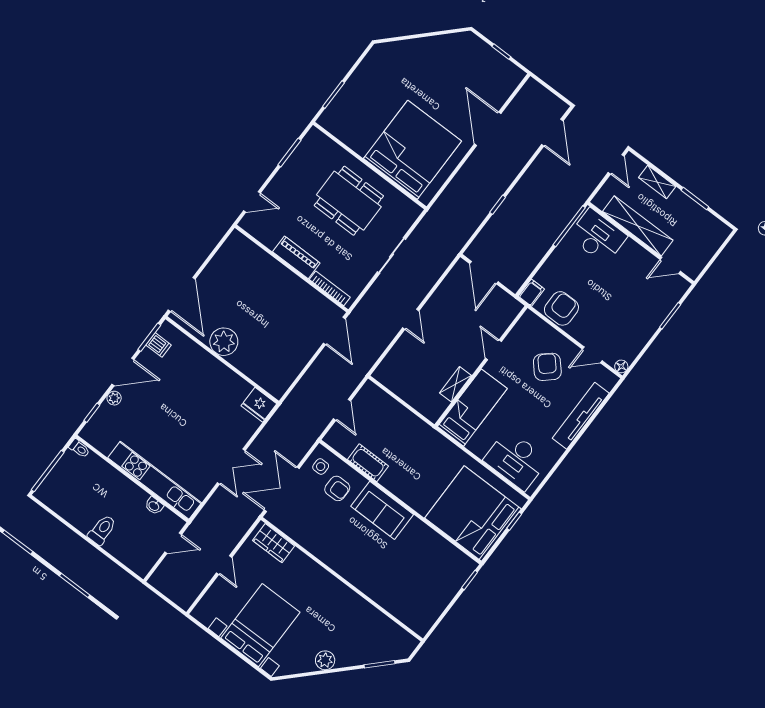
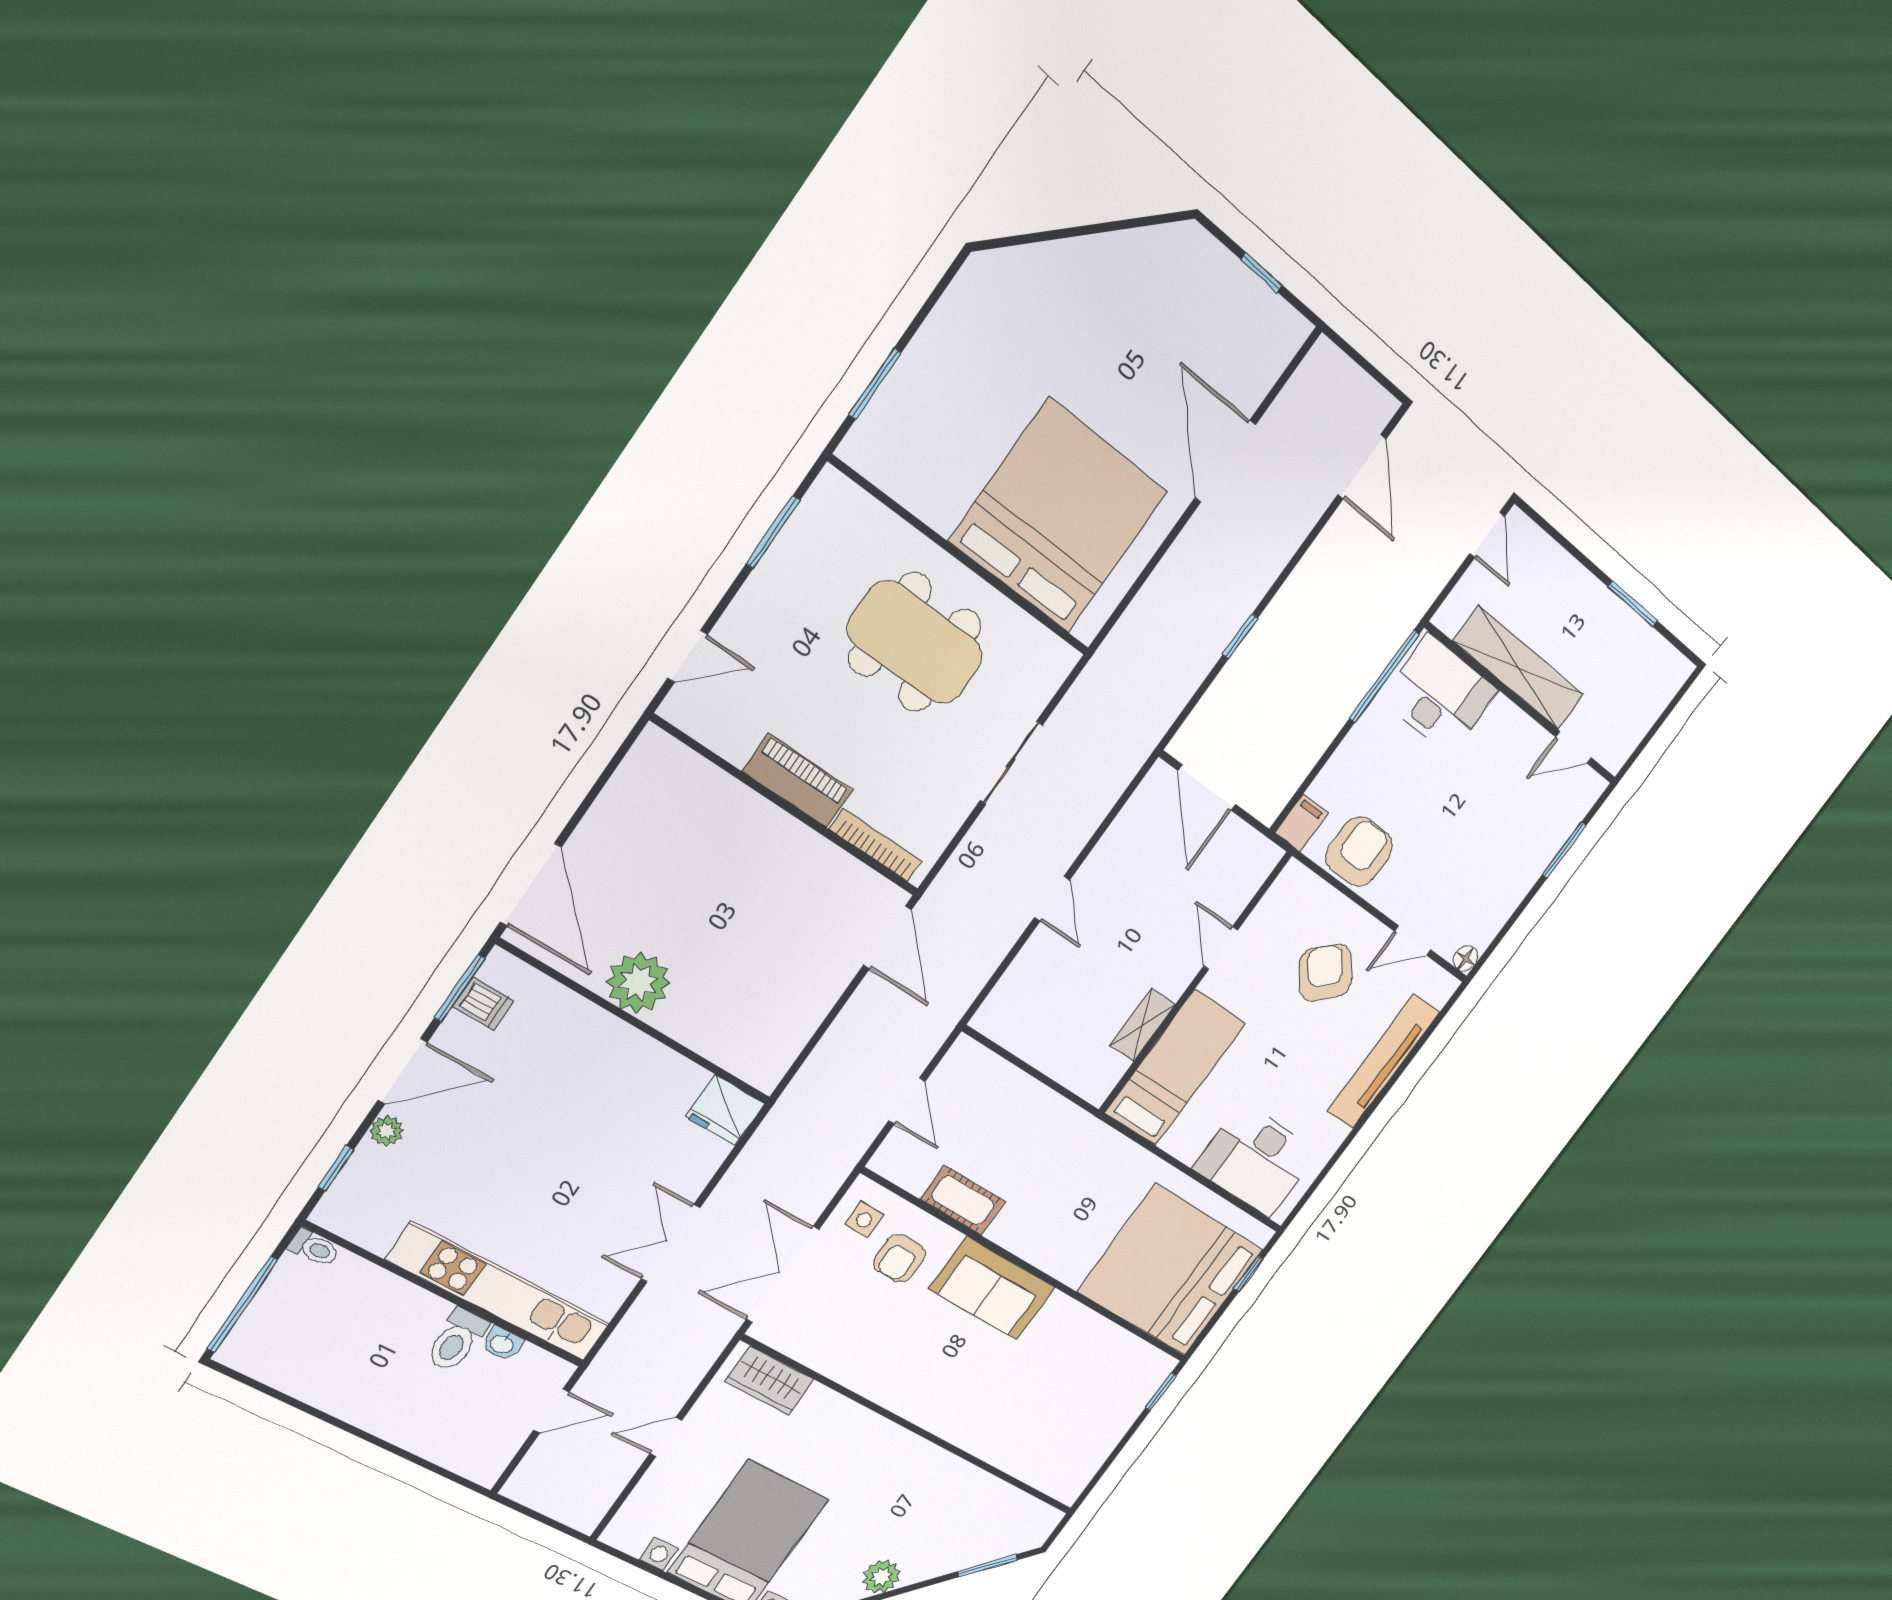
shelving: (657, 182) -> (1564, 571), removed
double door: (231, 467) -> (670, 1243), swing flipped
armchair: (337, 488) -> (900, 1258), turned 90
toilet: (102, 530) -> (456, 1340), moved, turned 180
door: (224, 565) -> (666, 1437), swing flipped

